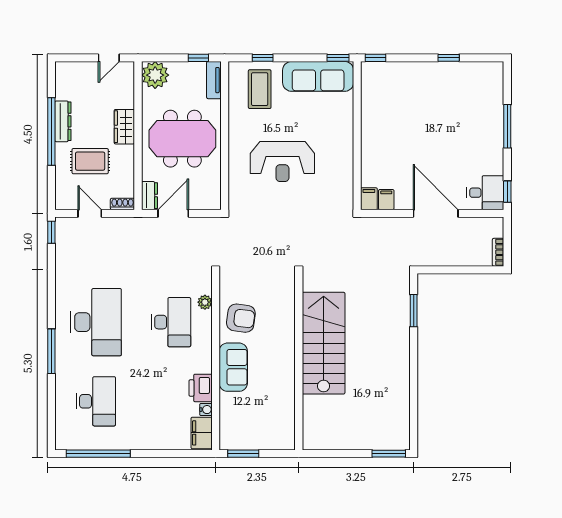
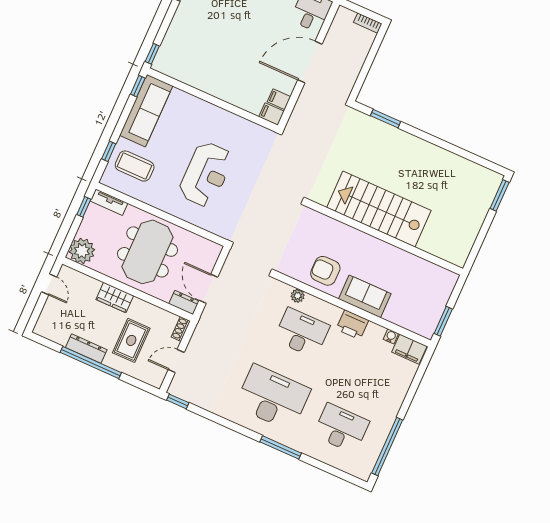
armchair: (241, 318) -> (325, 271), turned -97
printer: (201, 388) -> (352, 325), moved

